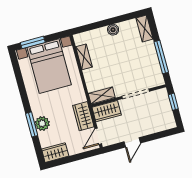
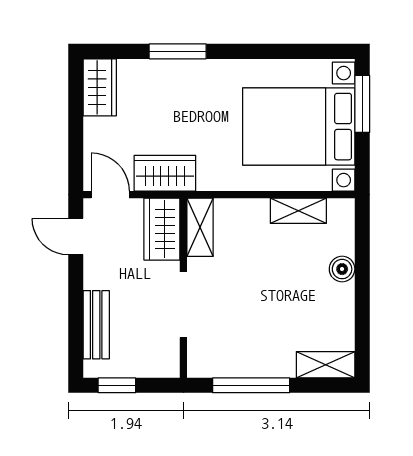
boiler: (113, 30) -> (342, 269), moved
window: (173, 102) -> (117, 385), moved
plant: (42, 123) -> (173, 76), removed
bench: (154, 128) -> (96, 325), added
door: (132, 142) -> (76, 237), moved

